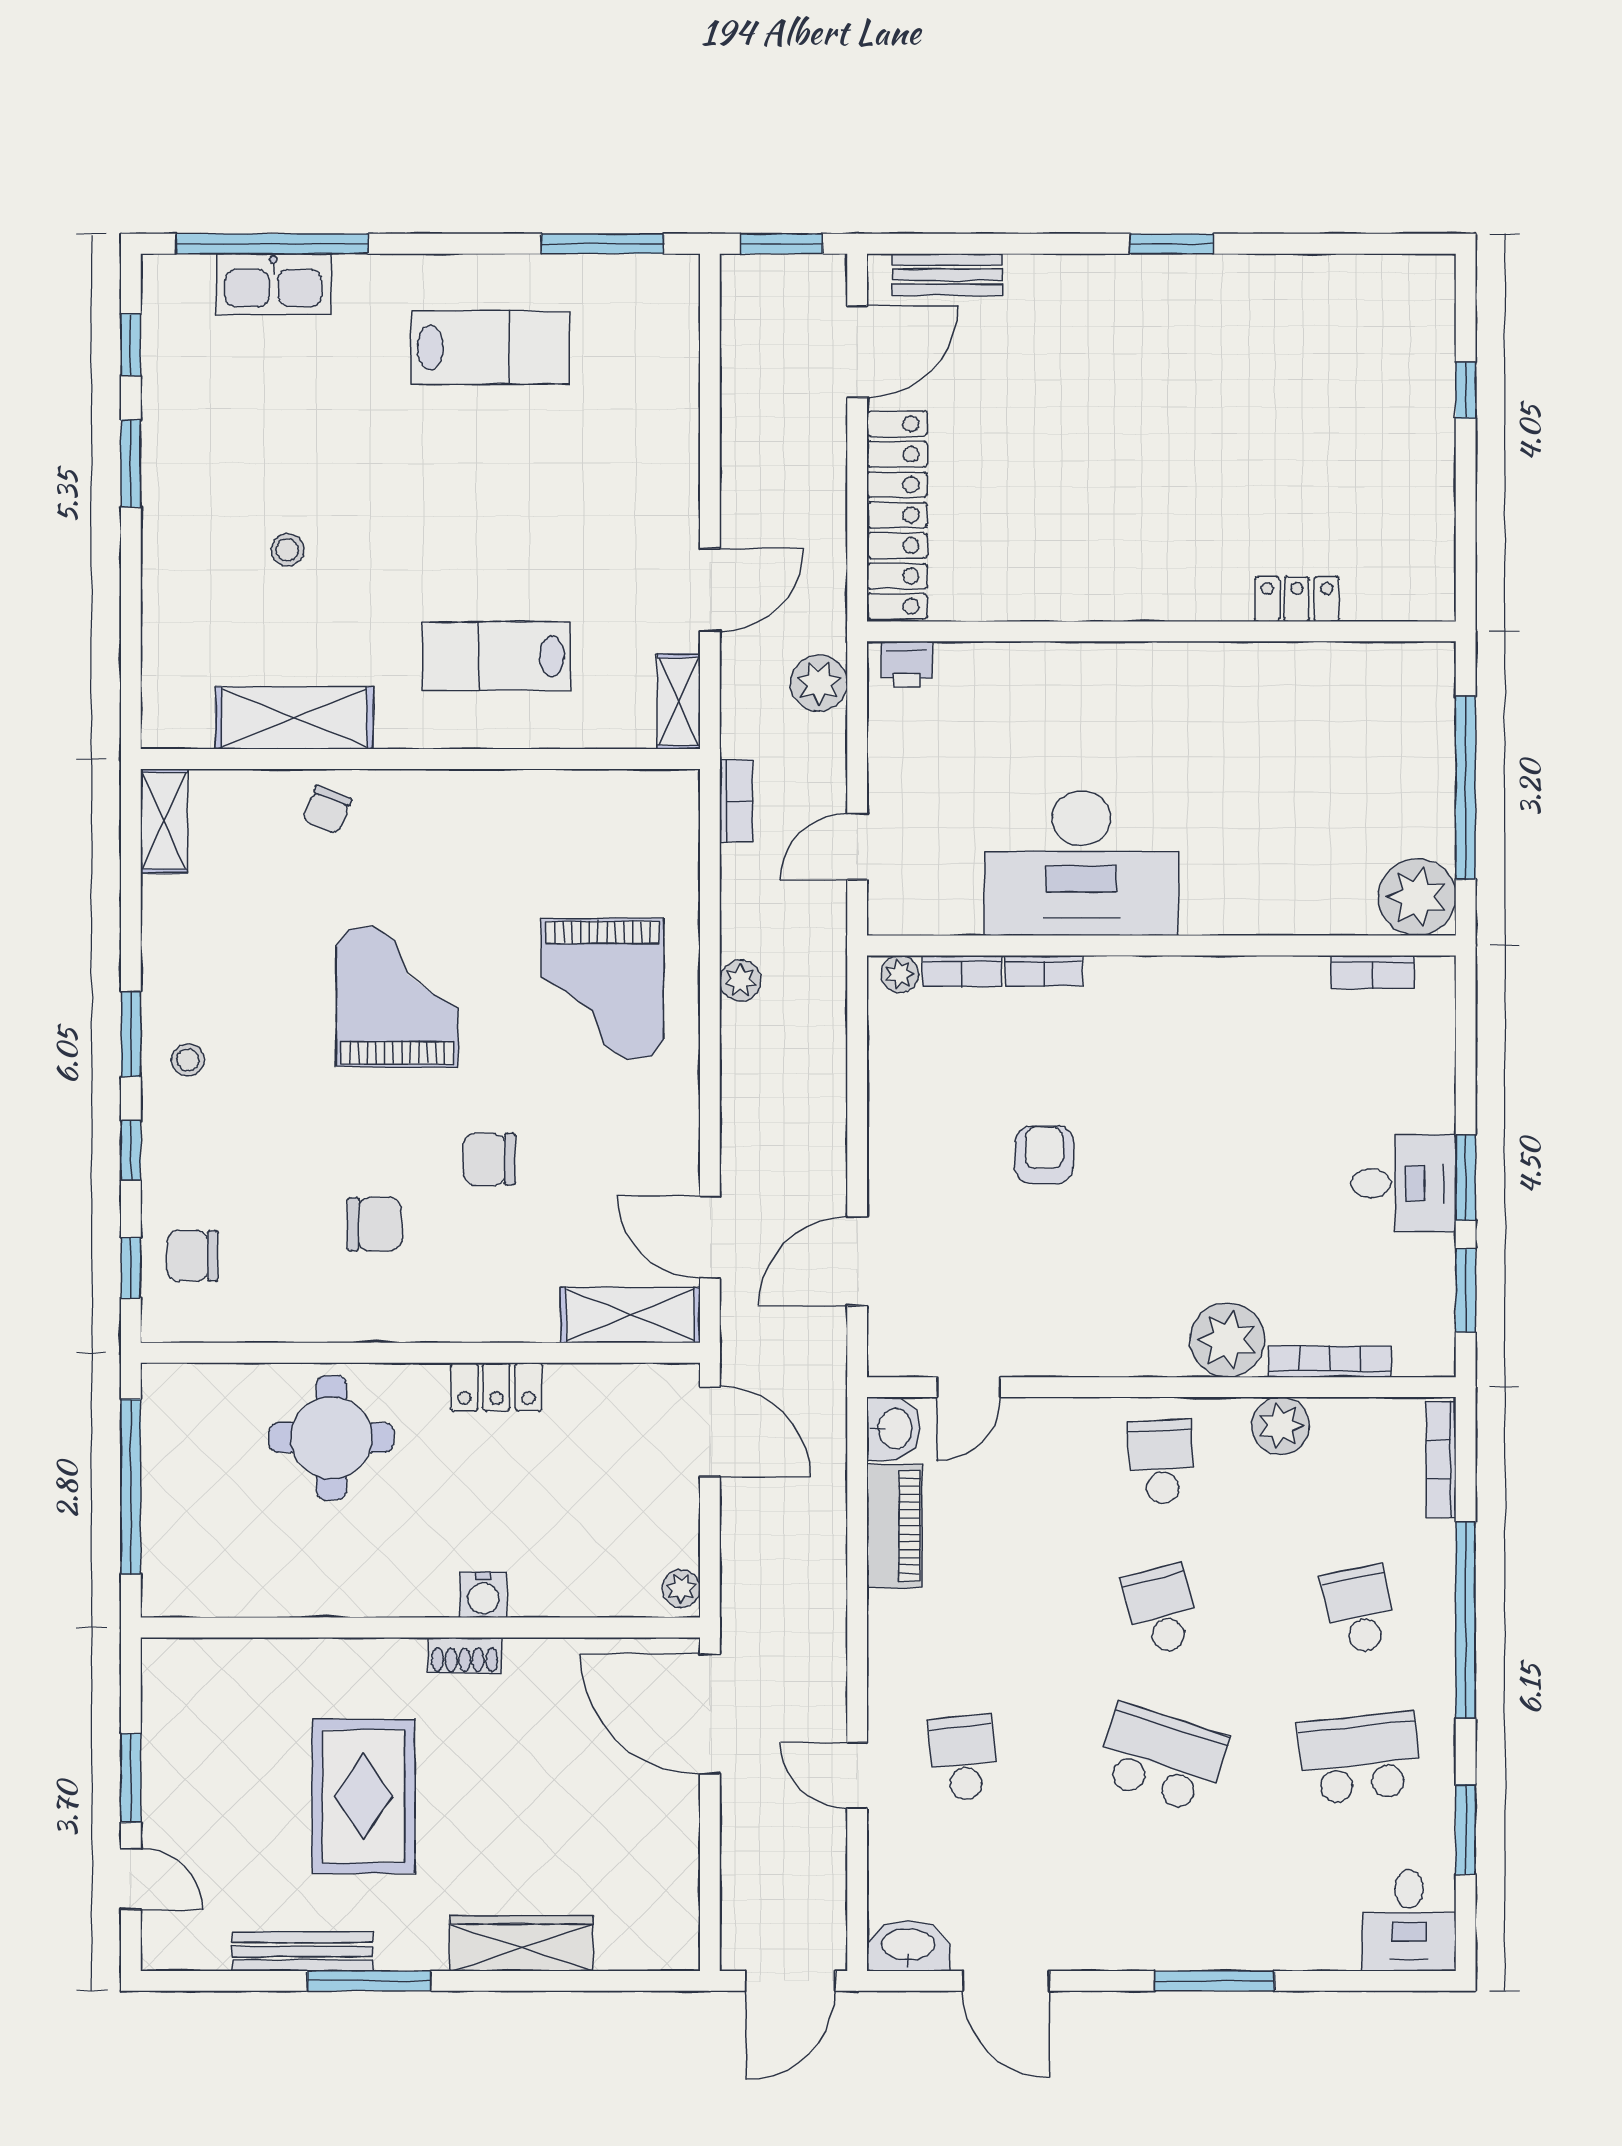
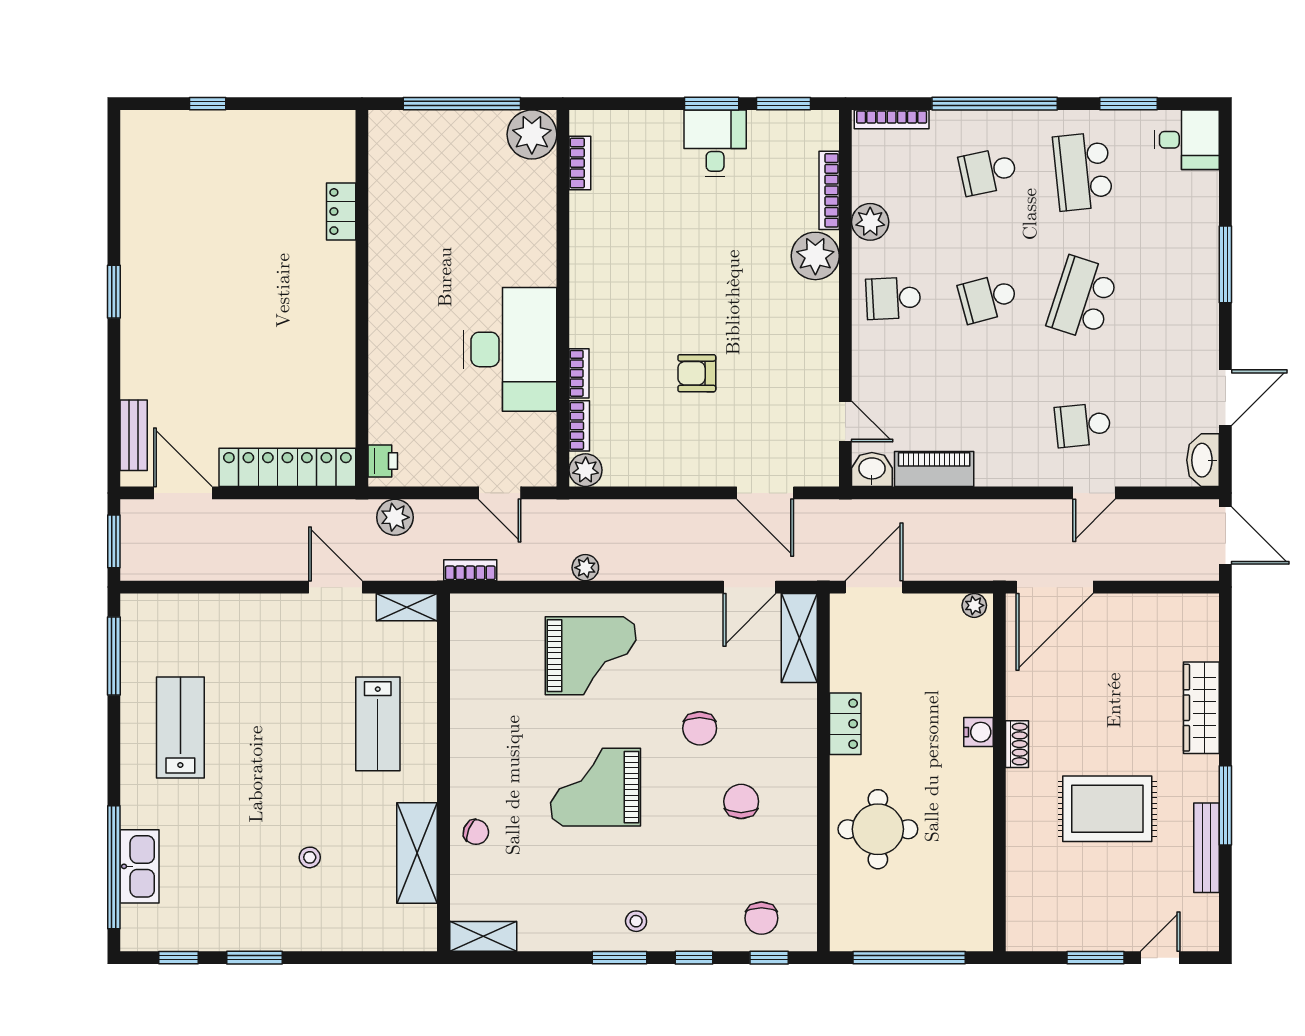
plant: (900, 974) -> (586, 470), width x1.38, depth x1.38

